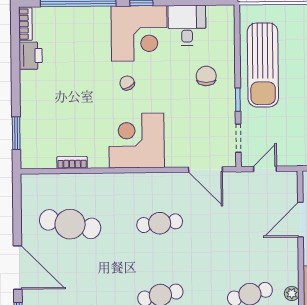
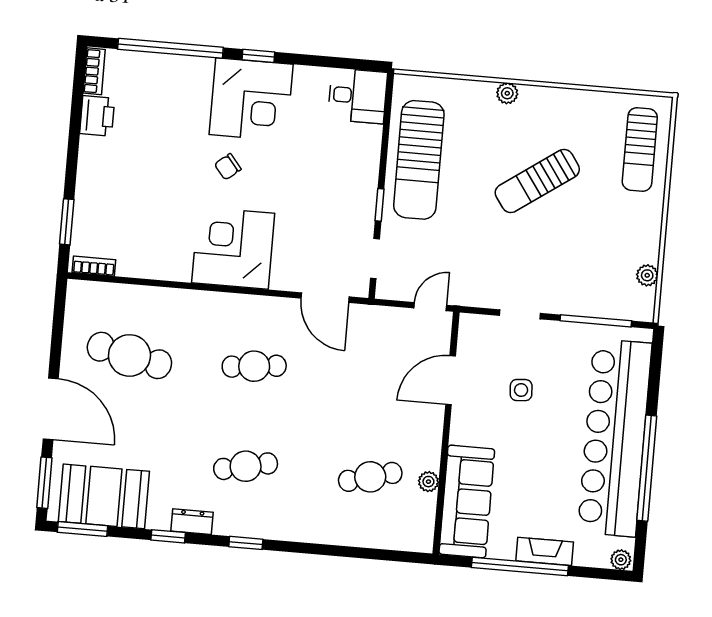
desk: (187, 25) -> (358, 96), moved, turned 90
chair: (206, 76) -> (339, 168), removed
chair: (127, 83) -> (228, 167), turned -99
bookcase: (72, 163) -> (94, 266), moved
door: (265, 169) -> (430, 307), moved

